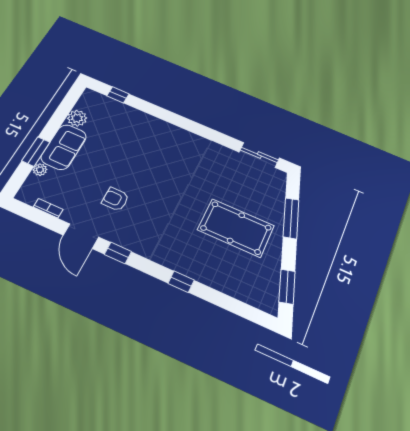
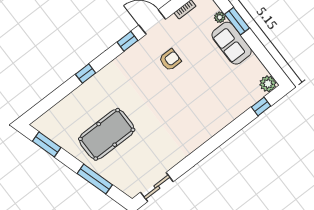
plant: (77, 118) -> (268, 84), moved

